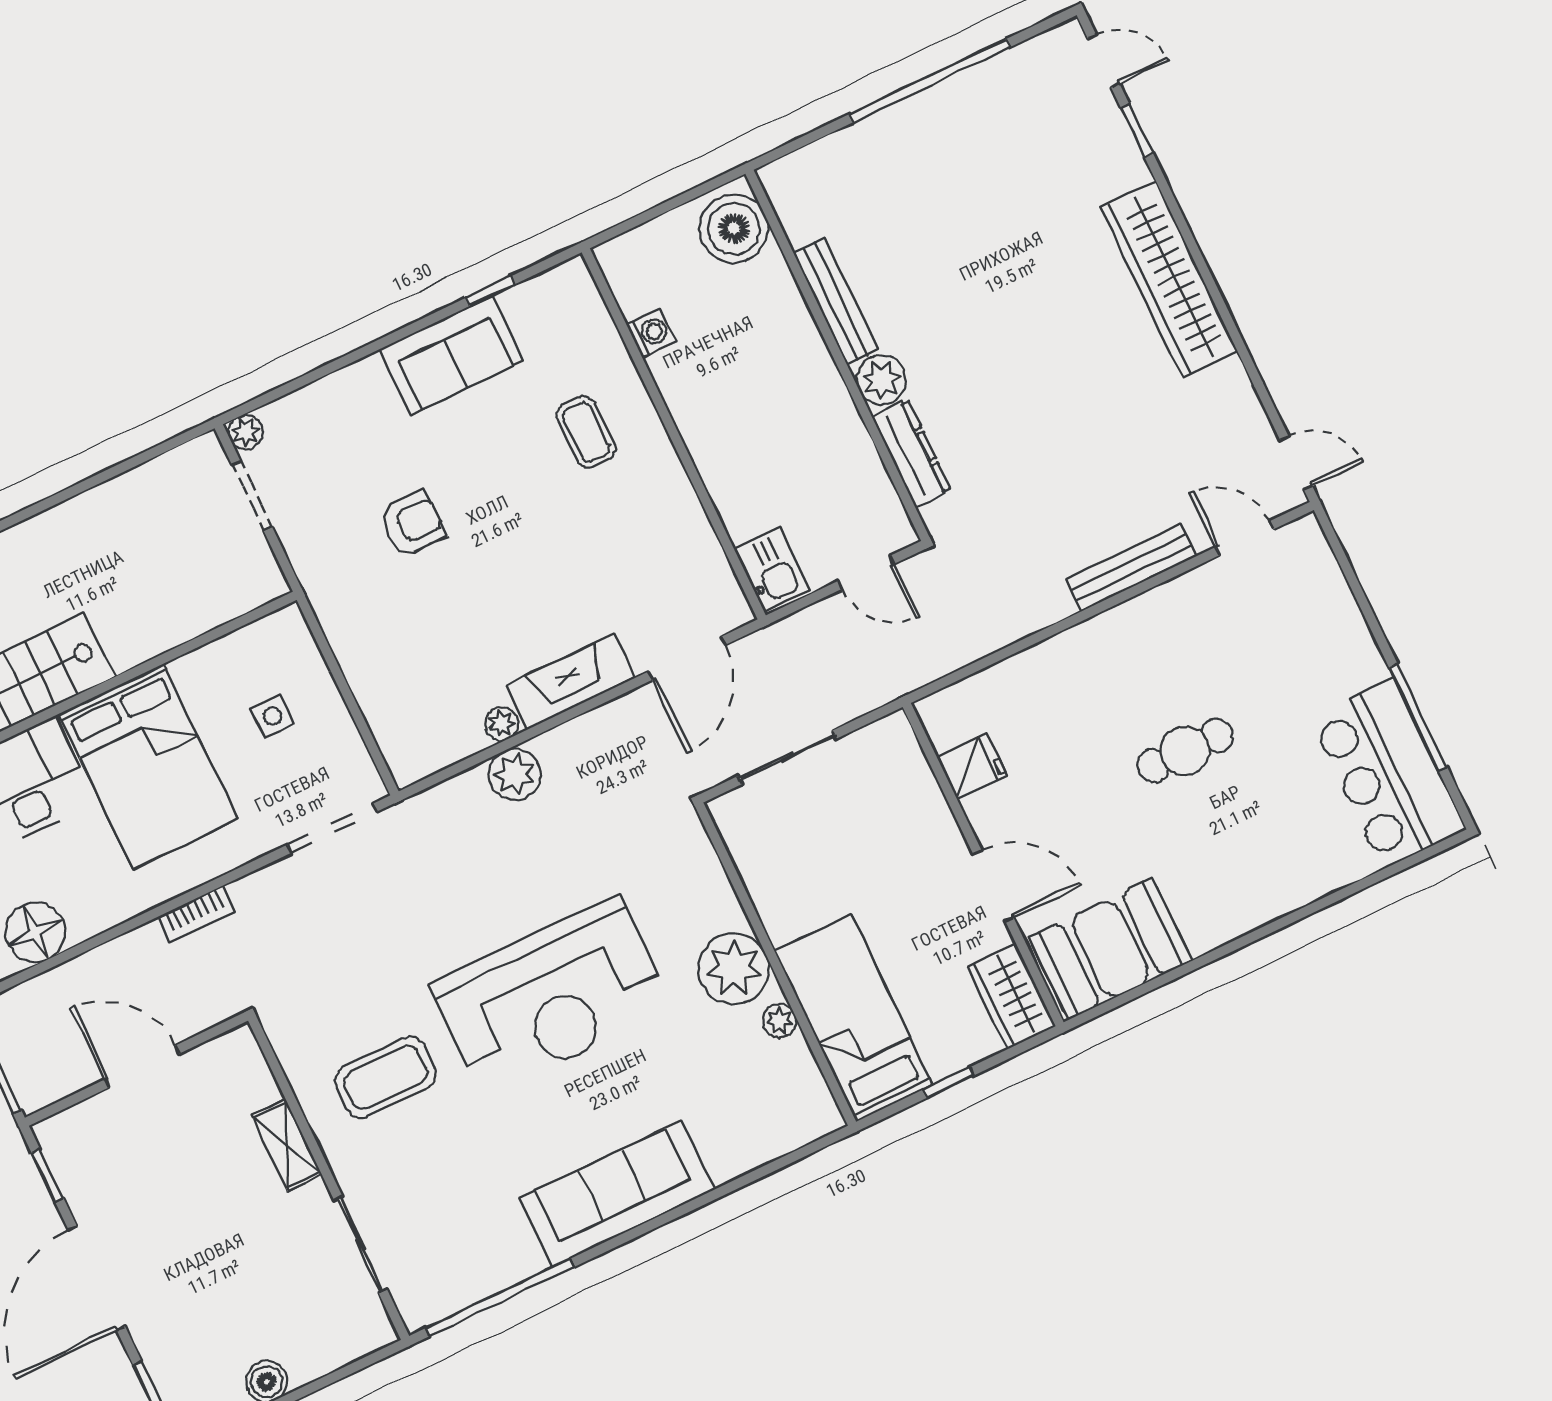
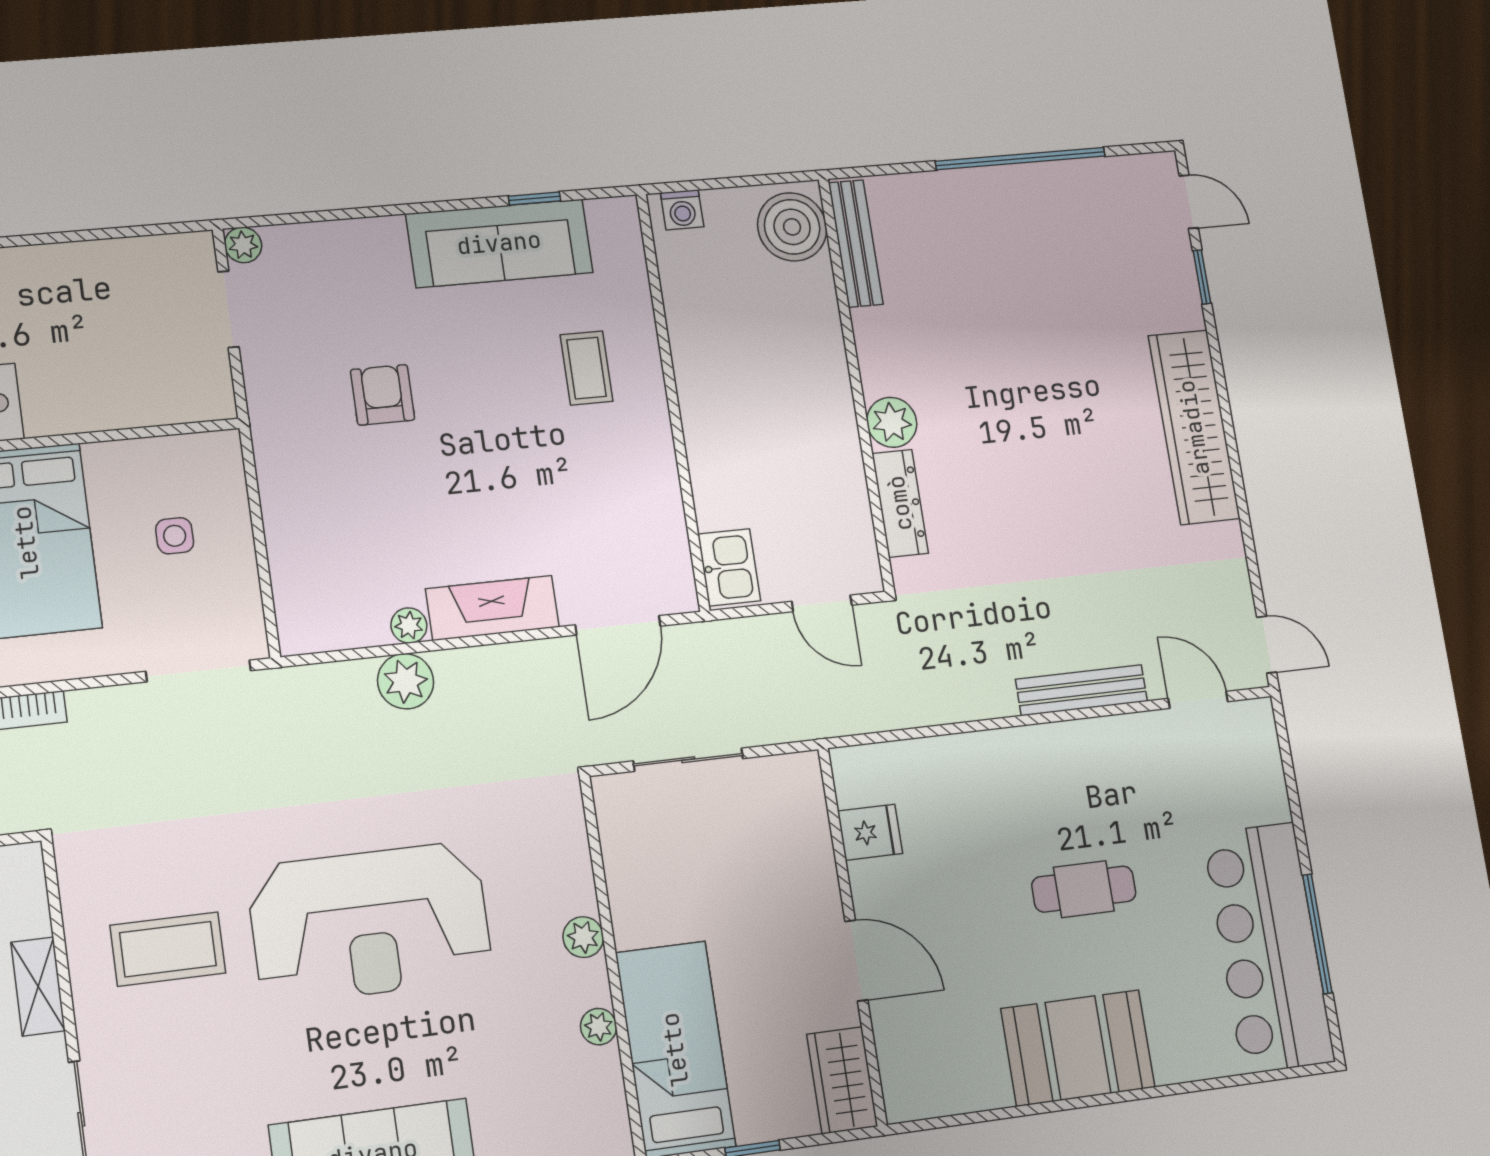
bench: (836, 301) -> (856, 243), moved
washing machine: (651, 333) -> (682, 210), moved, turned 90
sofa: (451, 355) -> (499, 243), width x1.36
armchair: (412, 524) -> (383, 395), turned -90
bar counter: (1388, 773) -> (1269, 947), width x1.36
booth: (1111, 949) -> (1078, 1048), moved
plant: (734, 969) -> (583, 937), width x0.53, depth x0.53

